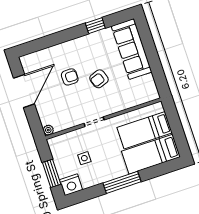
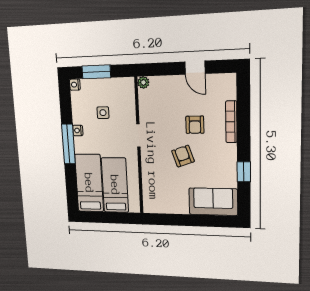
bookcase: (58, 49) -> (231, 122), added
sofa: (132, 49) -> (213, 202), width x0.73
door: (24, 91) -> (195, 68), width x0.53
nightstand: (107, 177) -> (78, 130), added
nightstand: (71, 185) -> (75, 85), width x0.53, depth x0.56

